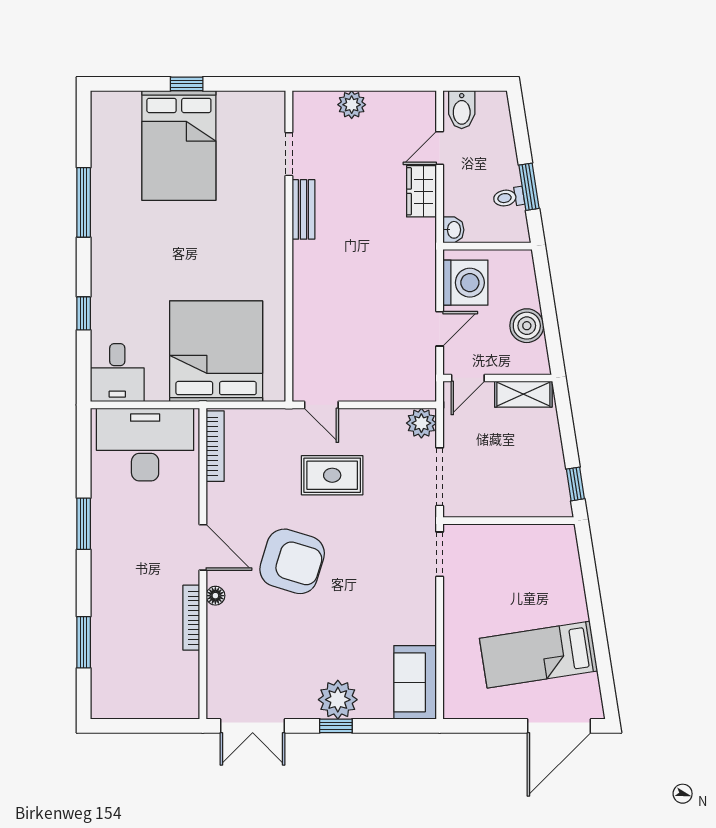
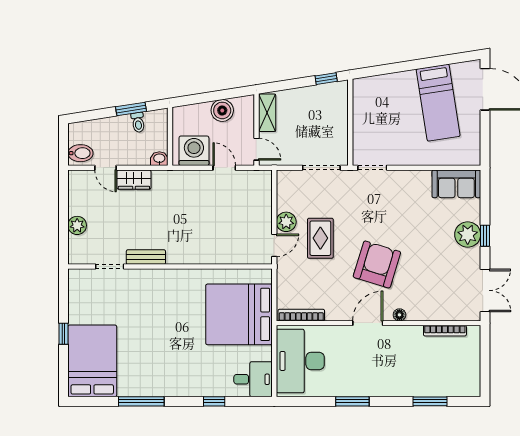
bed: (179, 145) -> (92, 361), moved, turned -90
plant: (421, 423) -> (286, 222), moved
bookcase: (191, 618) -> (445, 331), moved

